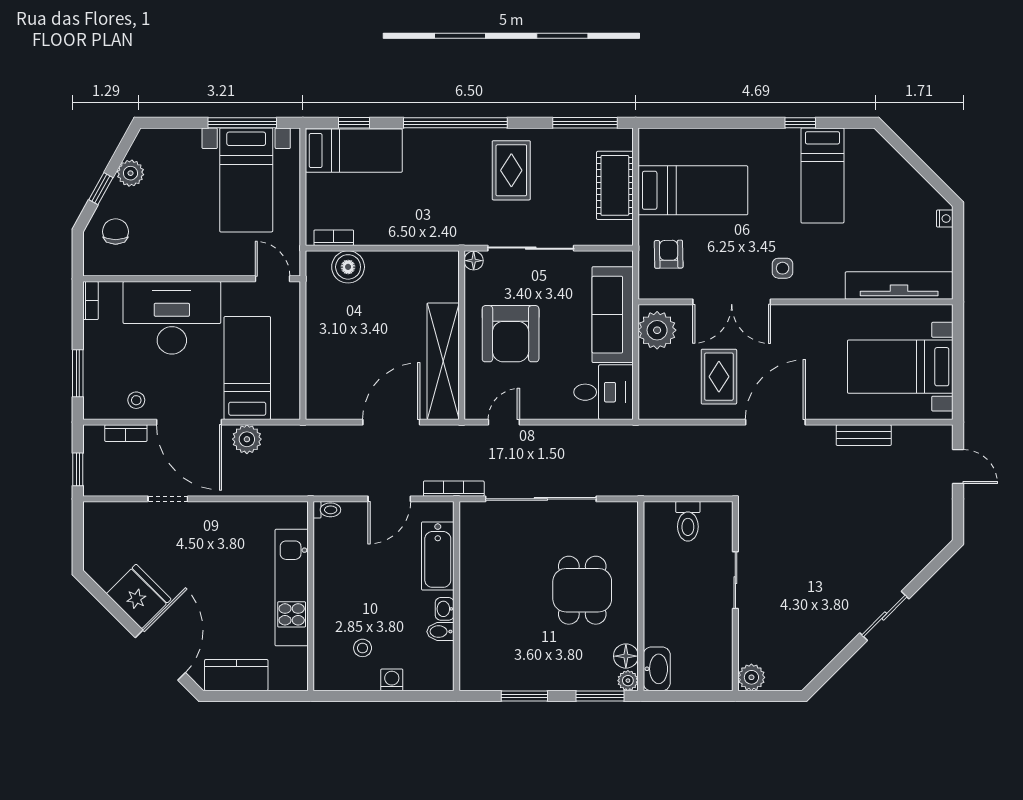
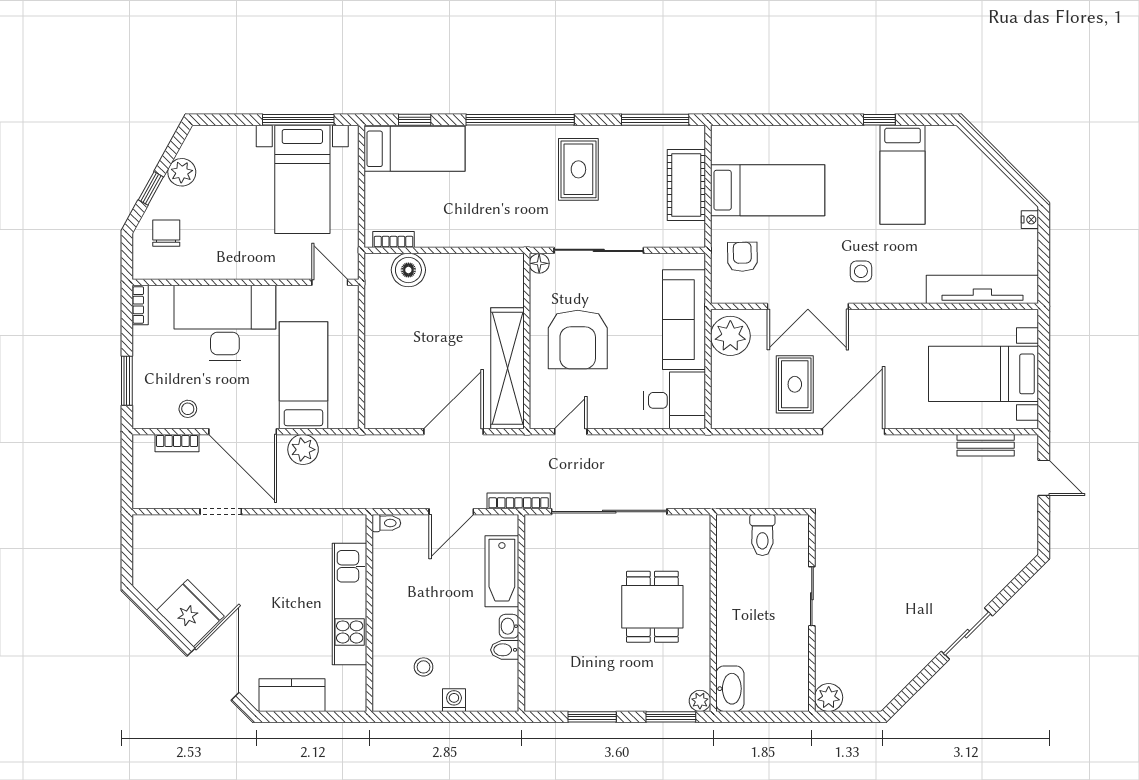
bench: (864, 435) -> (986, 445), moved
window: (78, 469) -> (127, 481), removed
floor lamp: (626, 656) -> (698, 675), removed

